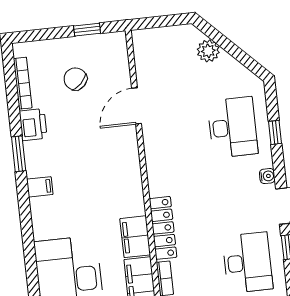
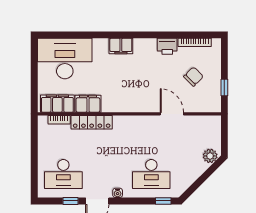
plant: (208, 51) -> (210, 156), moved
window: (275, 132) -> (163, 201), moved
window: (19, 154) -> (149, 35), removed
filing cabinet: (40, 187) -> (121, 46), width x2.00

